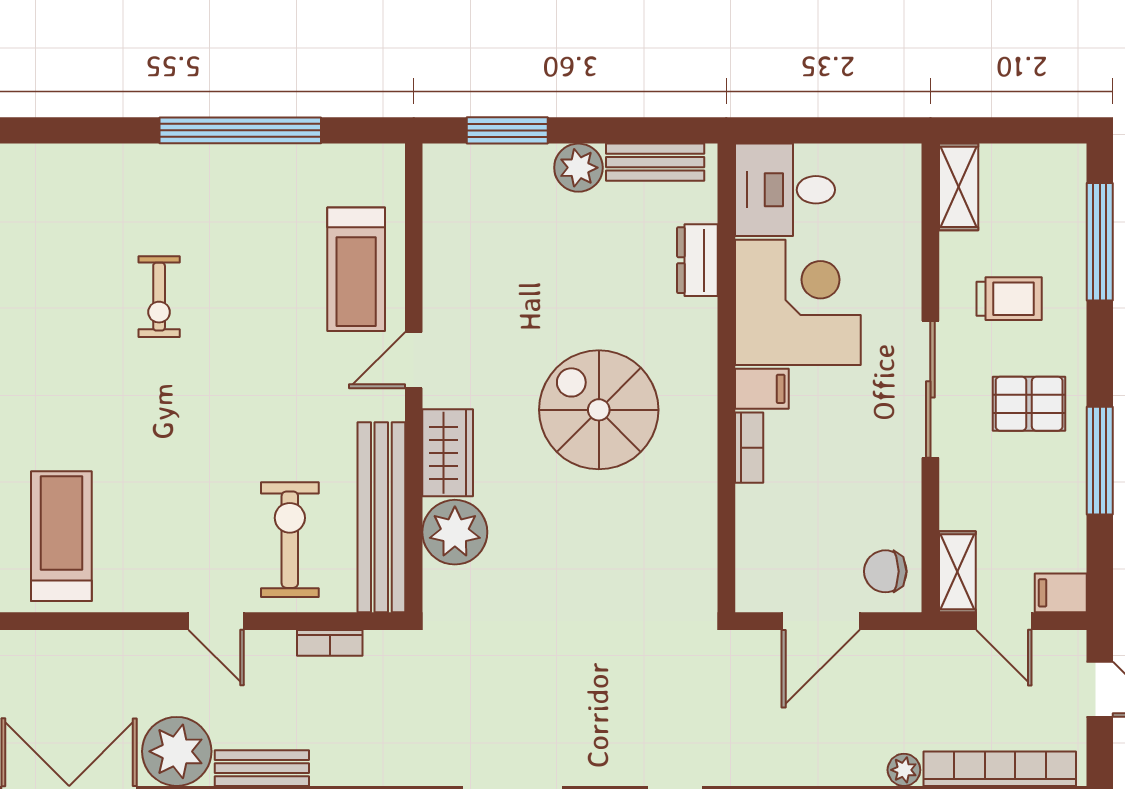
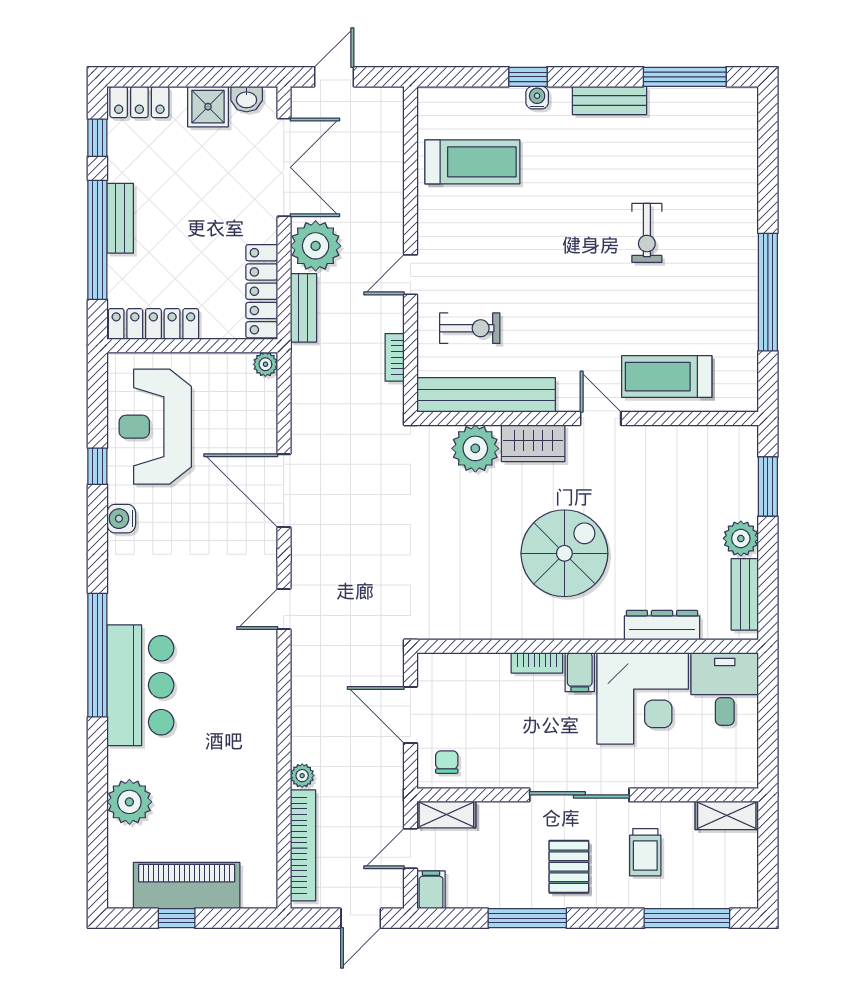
dresser: (697, 260) -> (662, 625), width x1.44
exercise bike: (159, 297) -> (647, 233), turned -90
exercise bike: (290, 540) -> (470, 328), width x0.73, depth x0.72
chair: (885, 571) -> (447, 762), width x0.73, depth x0.73

